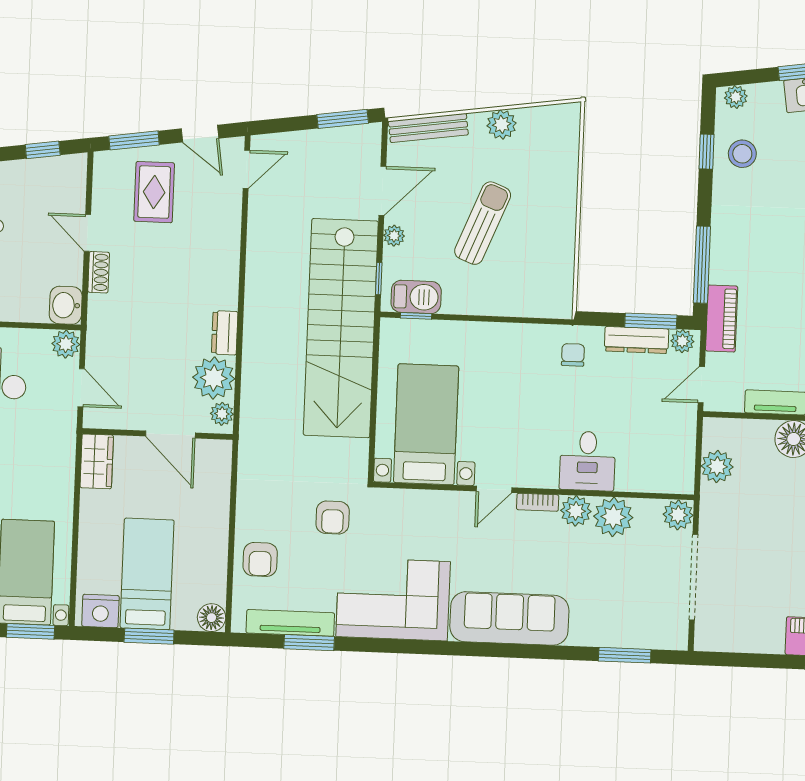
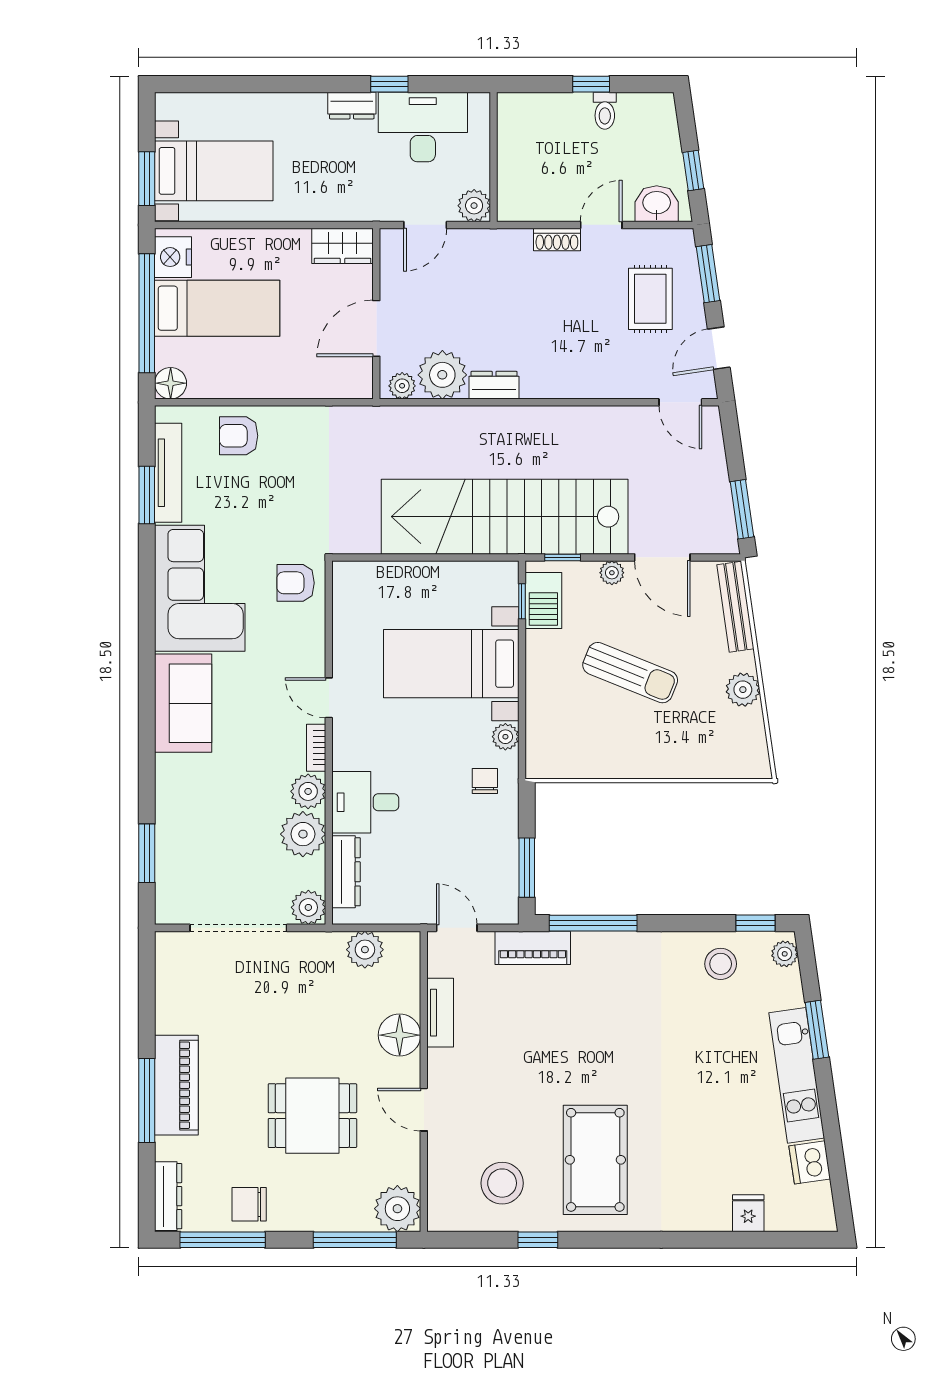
window: (706, 152) -> (755, 923), moved
rug: (154, 192) -> (650, 299), turned 90
washbasin: (66, 305) -> (657, 204), moved
dresser: (637, 340) -> (346, 872), moved, turned 180
plant: (682, 341) -> (505, 737), moved
chair: (573, 355) -> (485, 781), turned -90
bed with nightstands: (426, 424) -> (451, 664), moved, turned 180
armchair: (333, 518) -> (296, 583), moved
sofa: (509, 618) -> (183, 703), width x0.73
window: (149, 636) -> (147, 313), width x2.11

